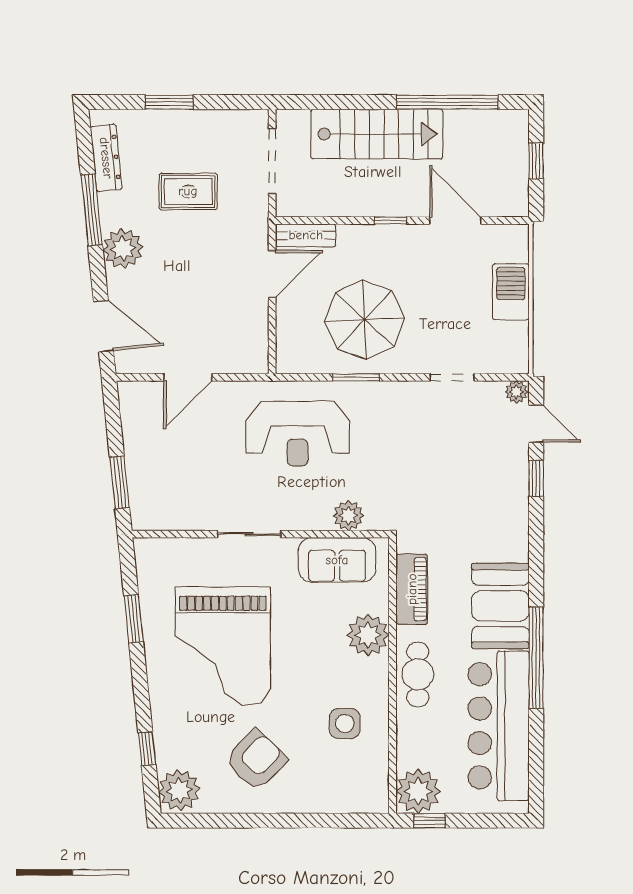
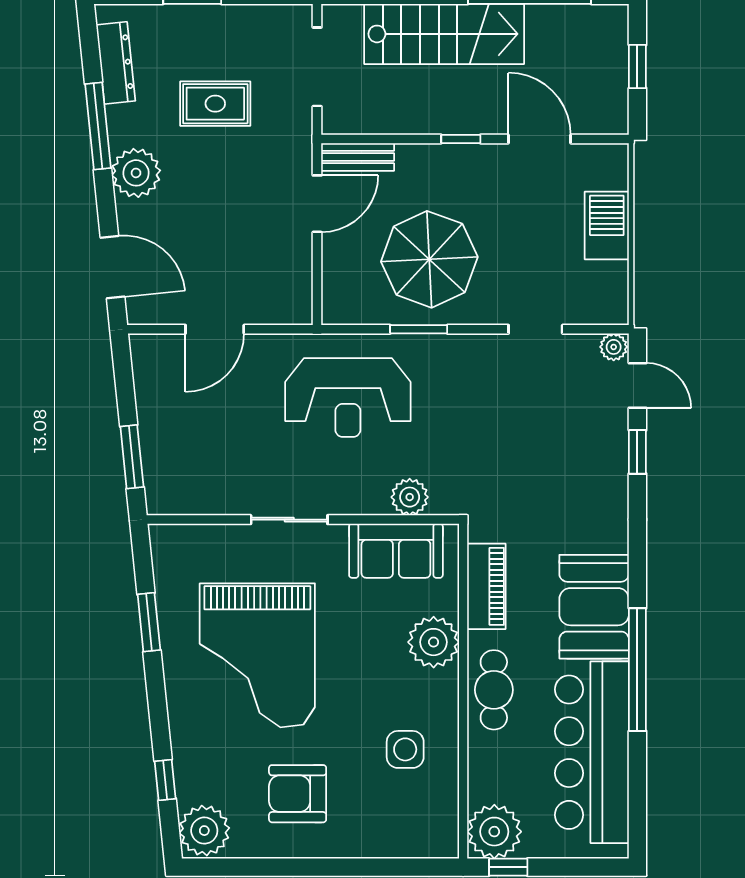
armchair: (256, 760) -> (298, 794), turned -134

